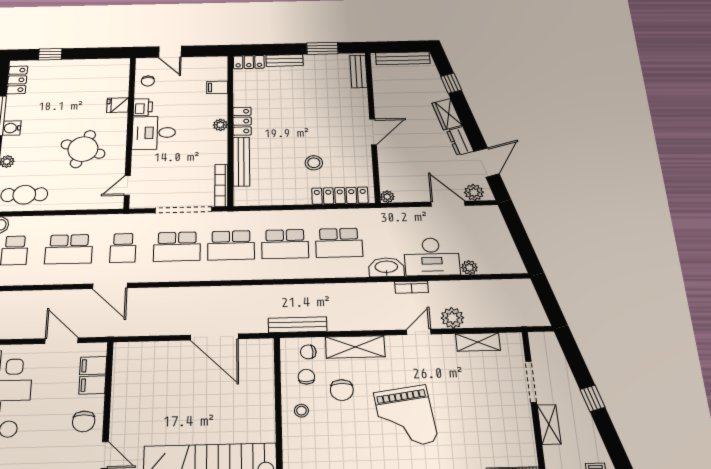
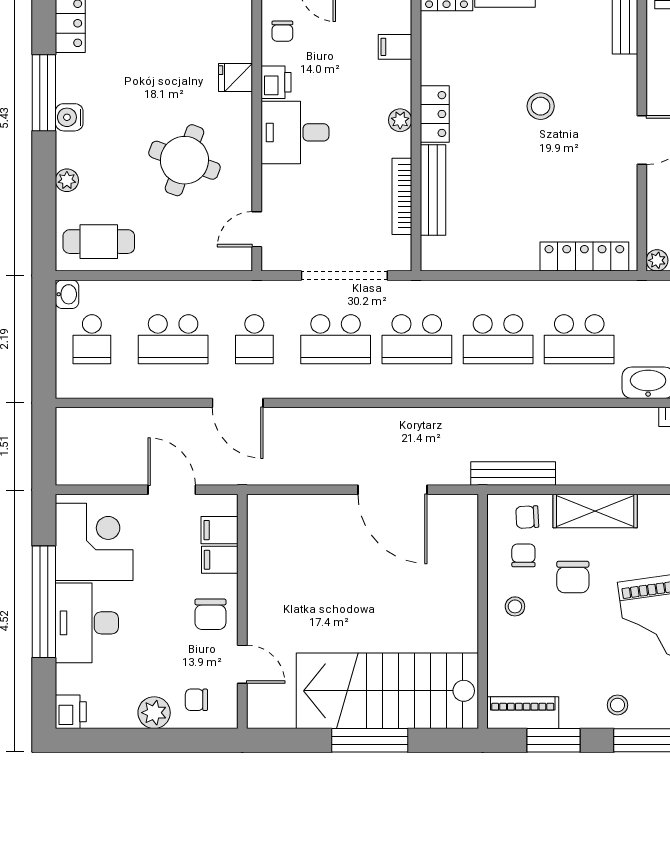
stool: (314, 163) -> (541, 106), moved
bookcase: (221, 185) -> (402, 196), moved

